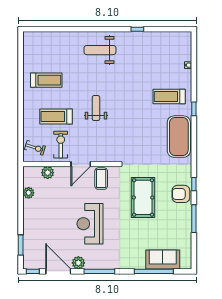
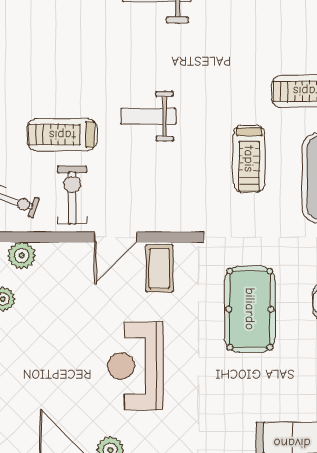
treadmill: (46, 80) -> (249, 159), moved, turned 90
weight bench: (96, 108) -> (148, 116), turned -90
plant: (48, 173) -> (22, 255), moved

